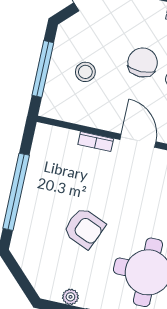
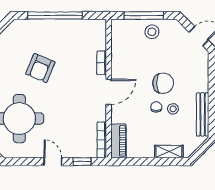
stool: (85, 72) -> (152, 32), moved

